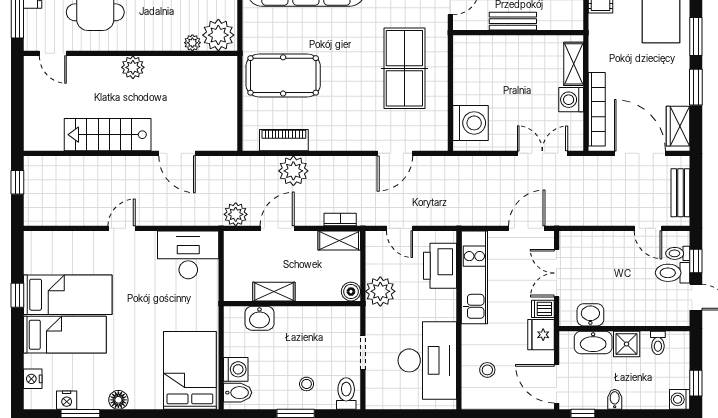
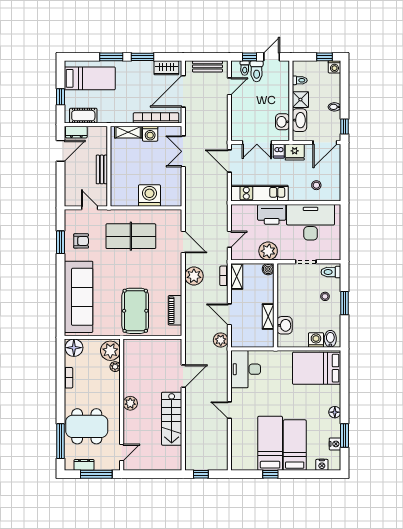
washing machine: (471, 123) -> (149, 195), moved
plant: (293, 171) -> (194, 276), moved
printer: (440, 266) -> (272, 214), moved

